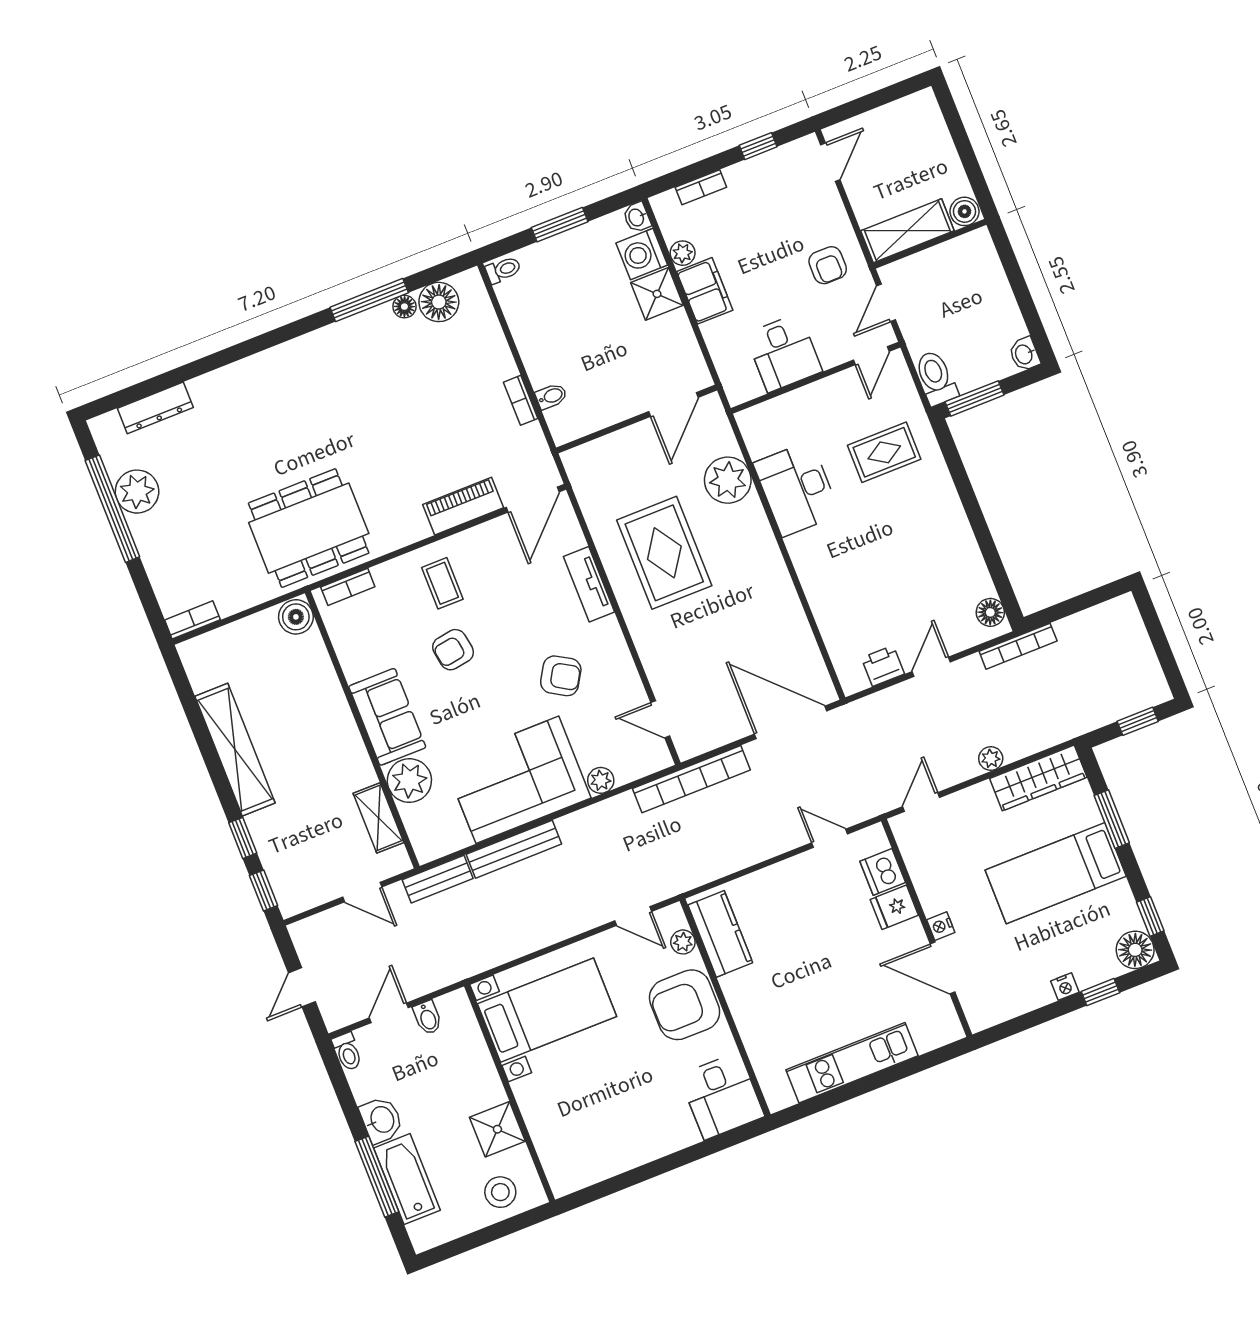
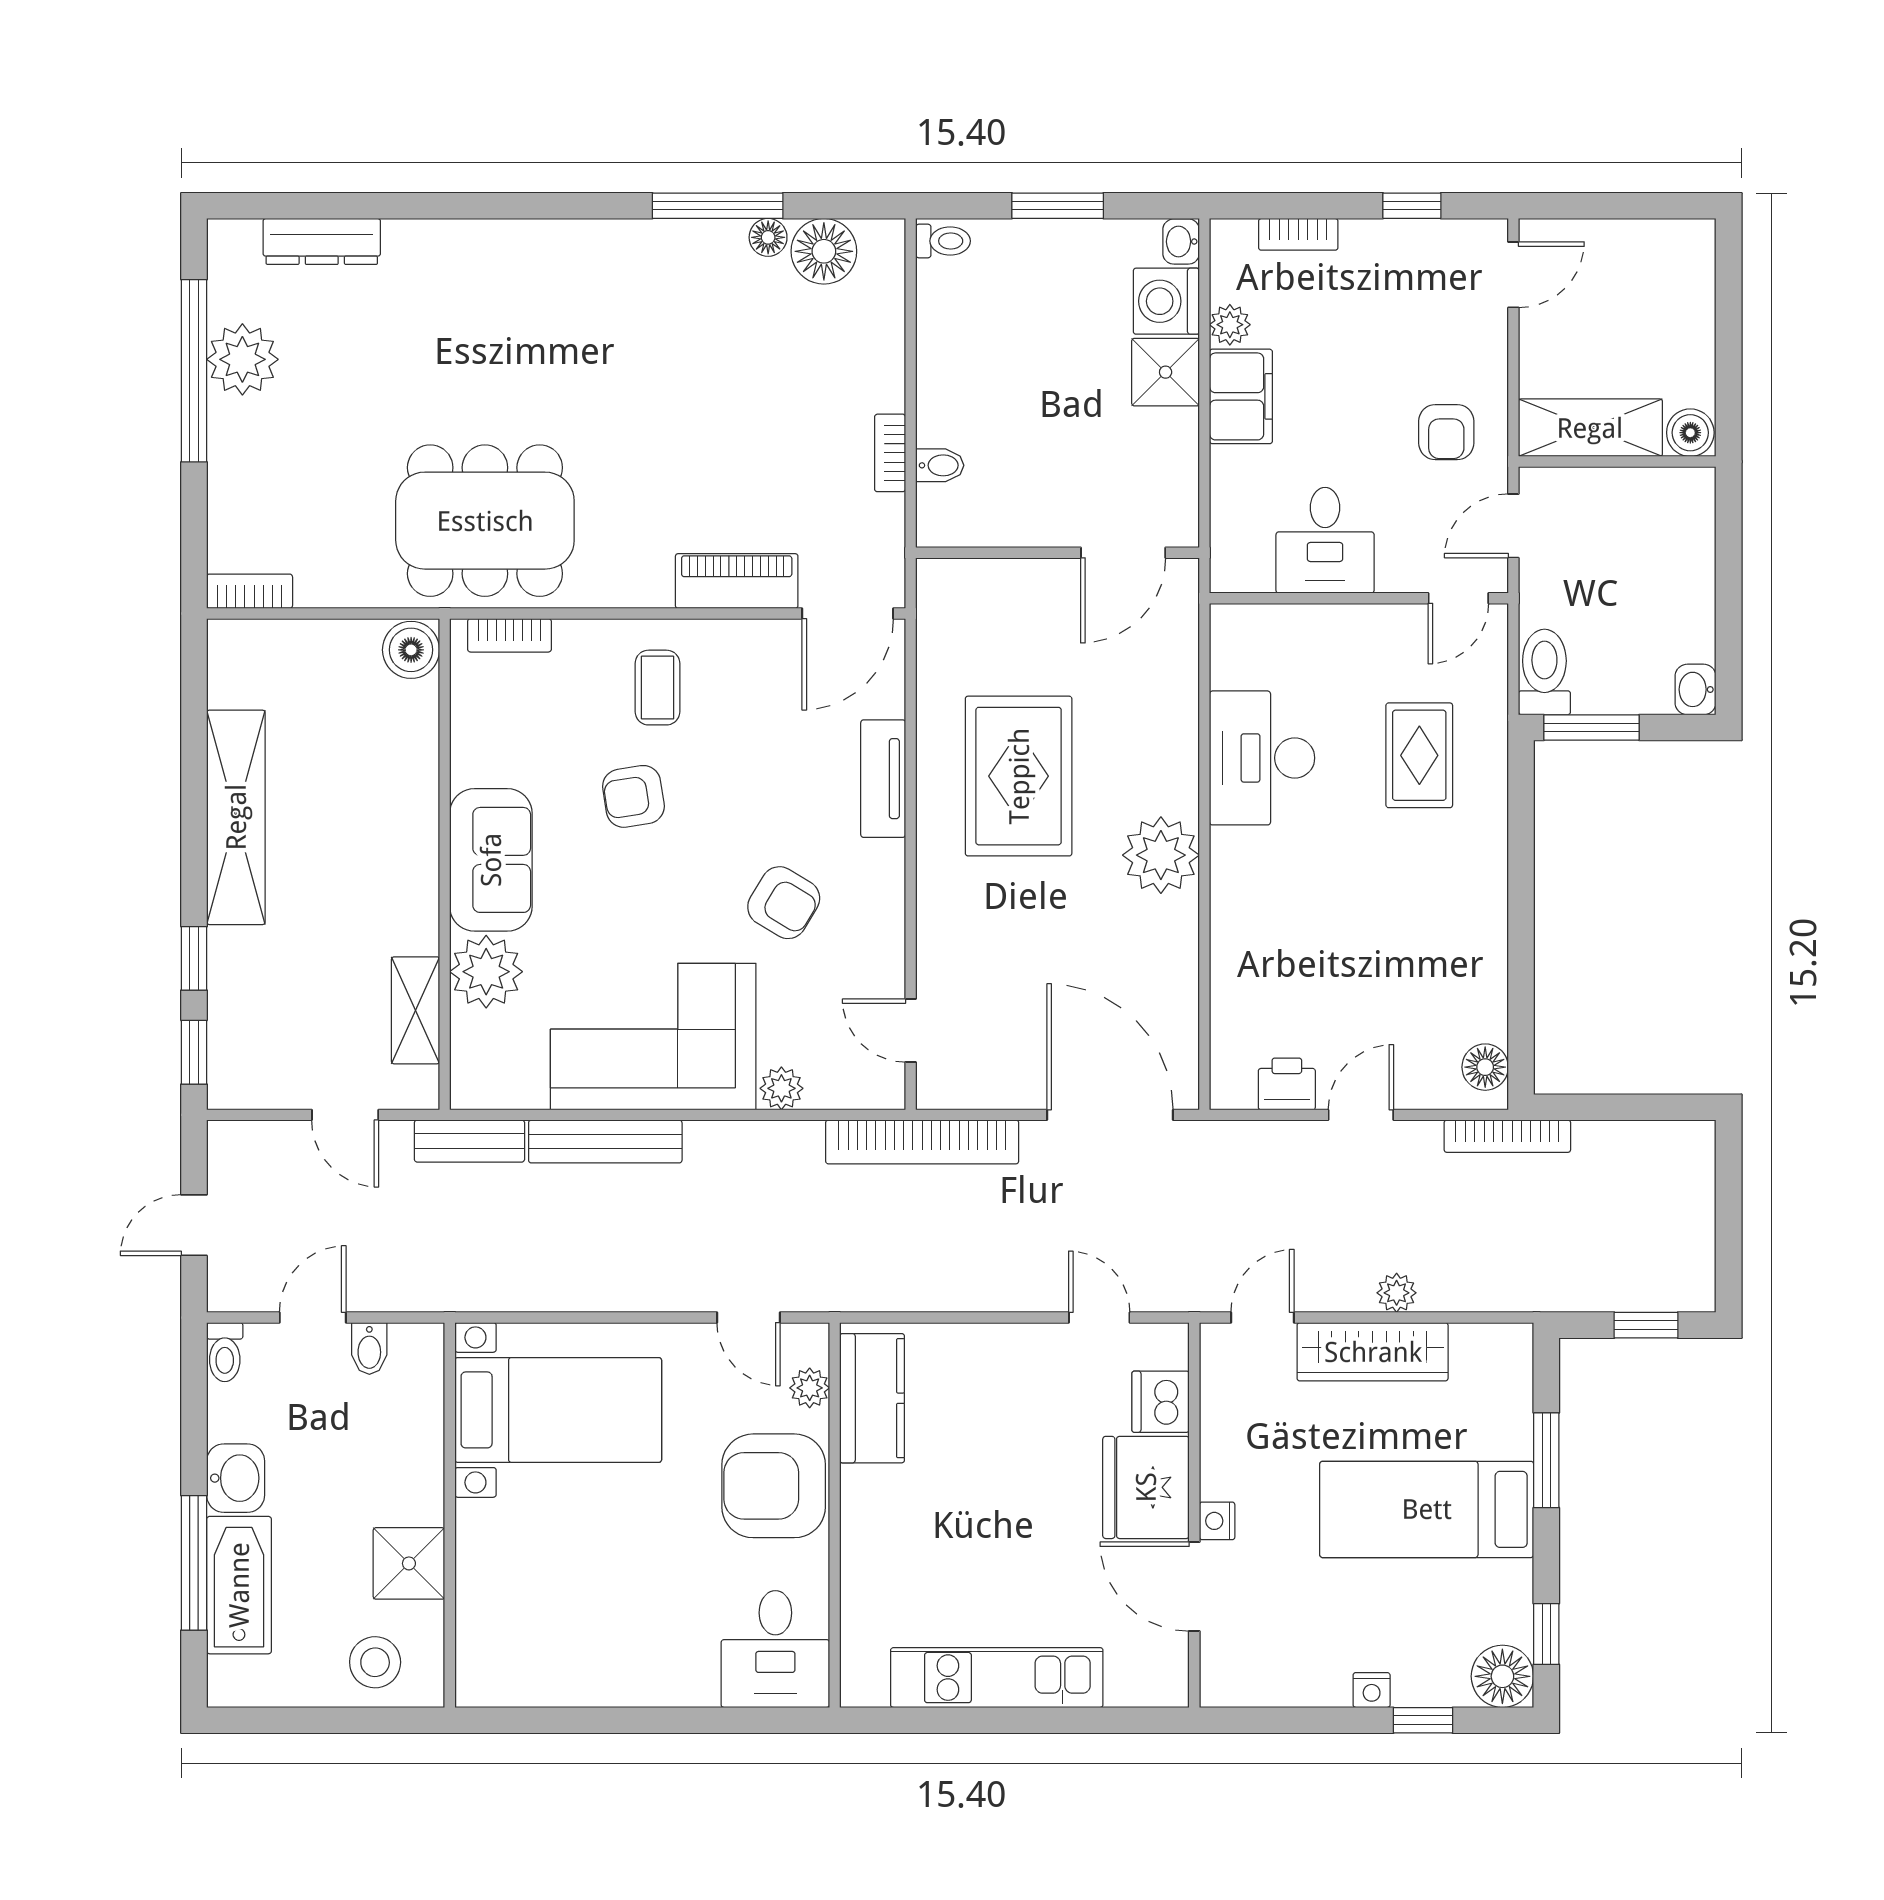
rug: (884, 452) -> (1419, 755), turned 90
plant: (728, 480) -> (1161, 855), moved
wardrobe: (1038, 778) -> (1373, 1352), moved
fridge: (894, 907) -> (1146, 1487), width x1.88, depth x1.34

